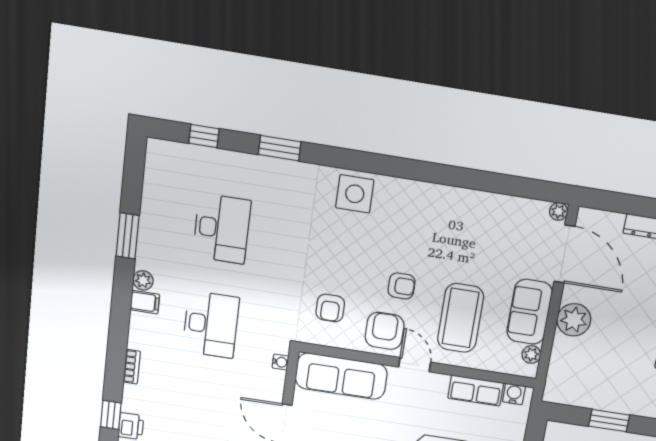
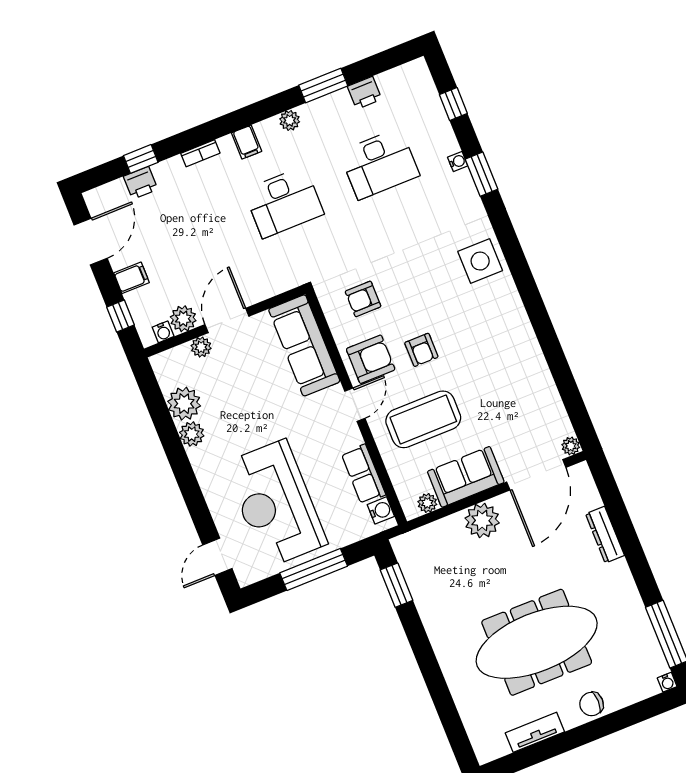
printer: (153, 205) -> (365, 93), added
filing cabinet: (145, 302) -> (247, 142), moved
water cooler: (280, 362) -> (458, 161), moved, turned -90
window: (609, 421) -> (396, 585), moved

